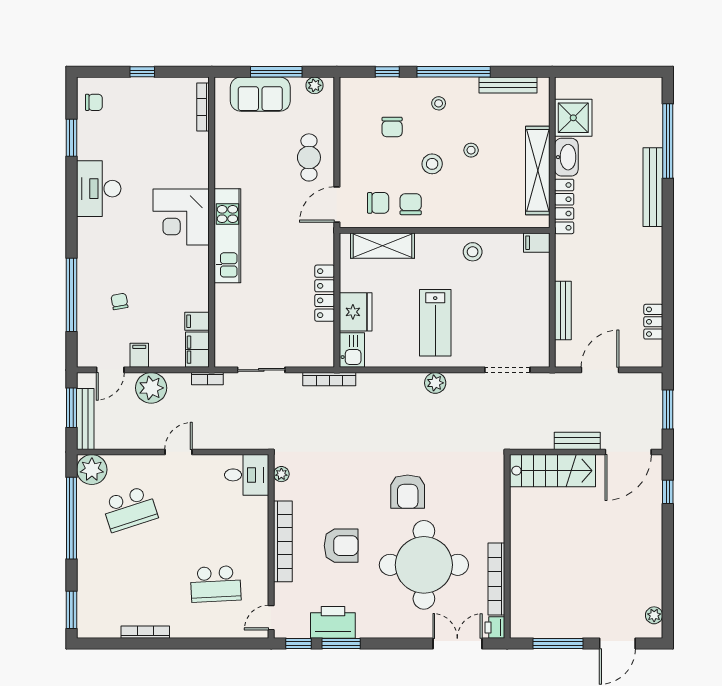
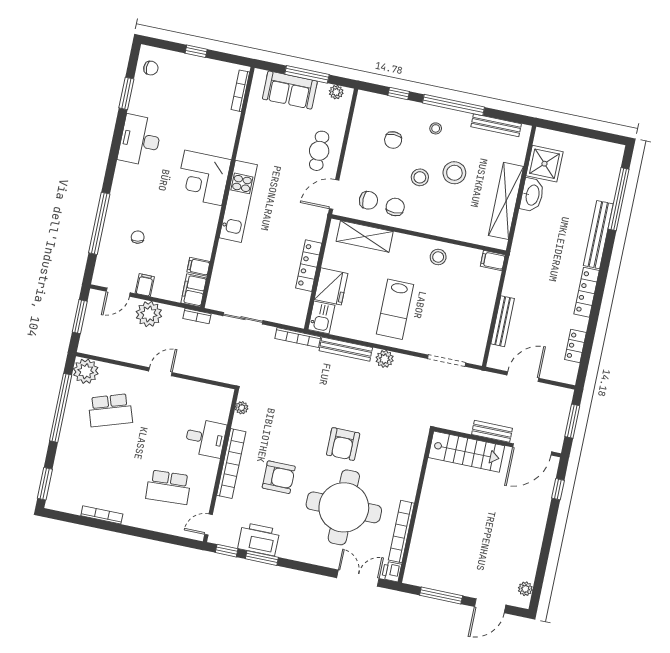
stool: (471, 150) -> (454, 173), width x1.89, depth x1.89
locker: (564, 206) -> (587, 292), moved, turned 180
bench: (85, 419) -> (346, 349), moved, turned 90
desk: (247, 475) -> (205, 438), moved

